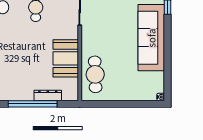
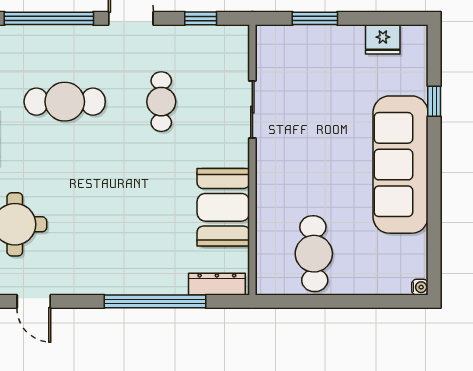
cafe table: (95, 74) -> (314, 254), moved
dresser: (48, 95) -> (217, 284), moved

